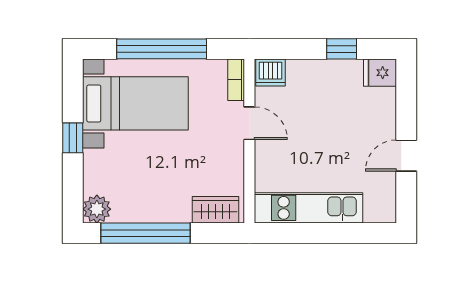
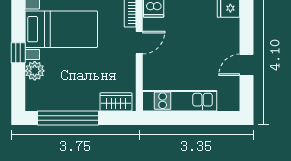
door: (249, 123) -> (139, 43), hinge flipped
plant: (97, 209) -> (35, 71), moved

